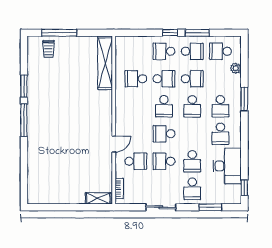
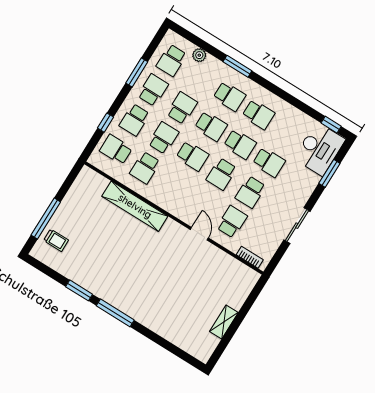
window: (170, 33) -> (106, 123), moved
school desk: (136, 51) -> (116, 150), added
shelving: (105, 63) -> (135, 206), moved
desk: (227, 166) -> (319, 149), moved, turned 90
school desk: (192, 189) -> (240, 144), moved
shelving: (98, 198) -> (224, 322), moved

